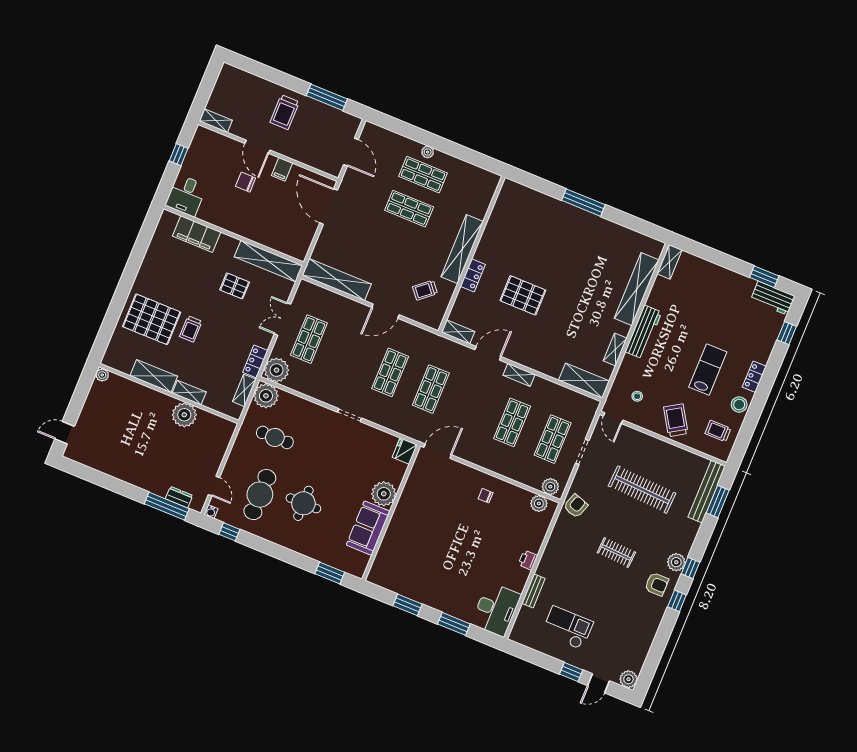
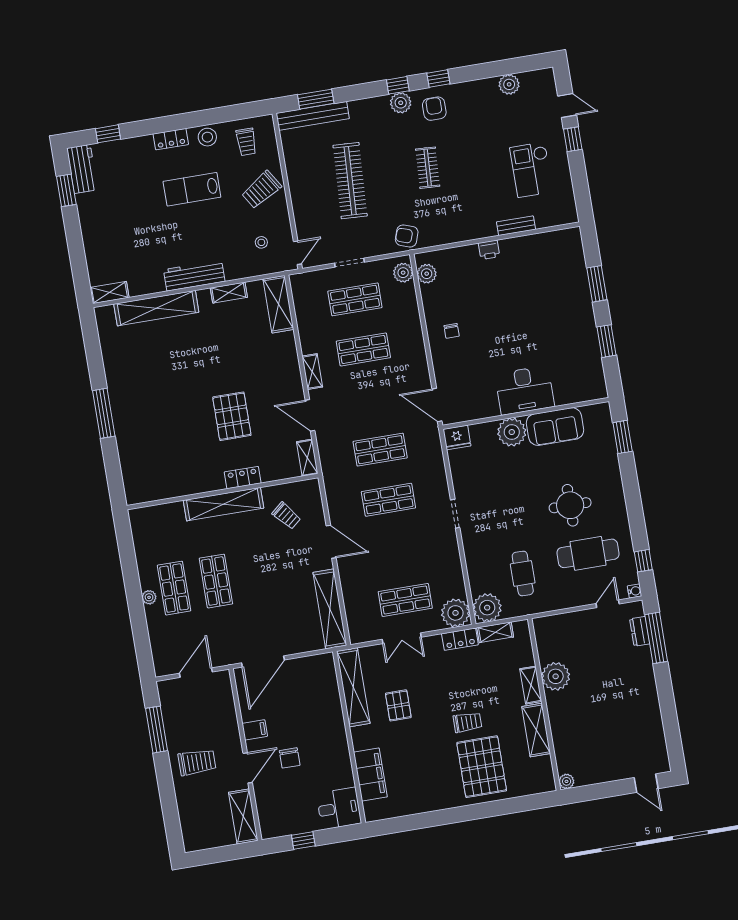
shelving: (216, 121) -> (243, 816), width x1.50, depth x1.33
desk: (496, 609) -> (525, 390), moved, turned 180
plant: (628, 679) -> (509, 84), moved

